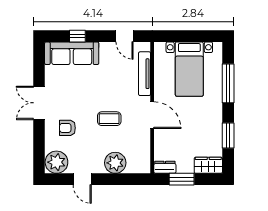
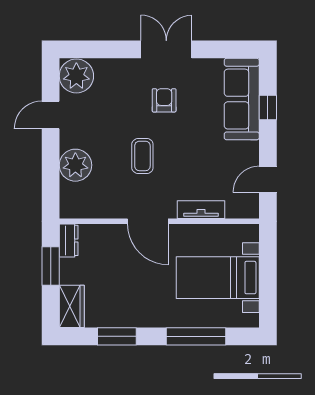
tv unit: (145, 74) -> (201, 210), width x0.71
door: (152, 115) -> (148, 221), hinge flipped
armchair: (67, 128) -> (164, 100), moved

